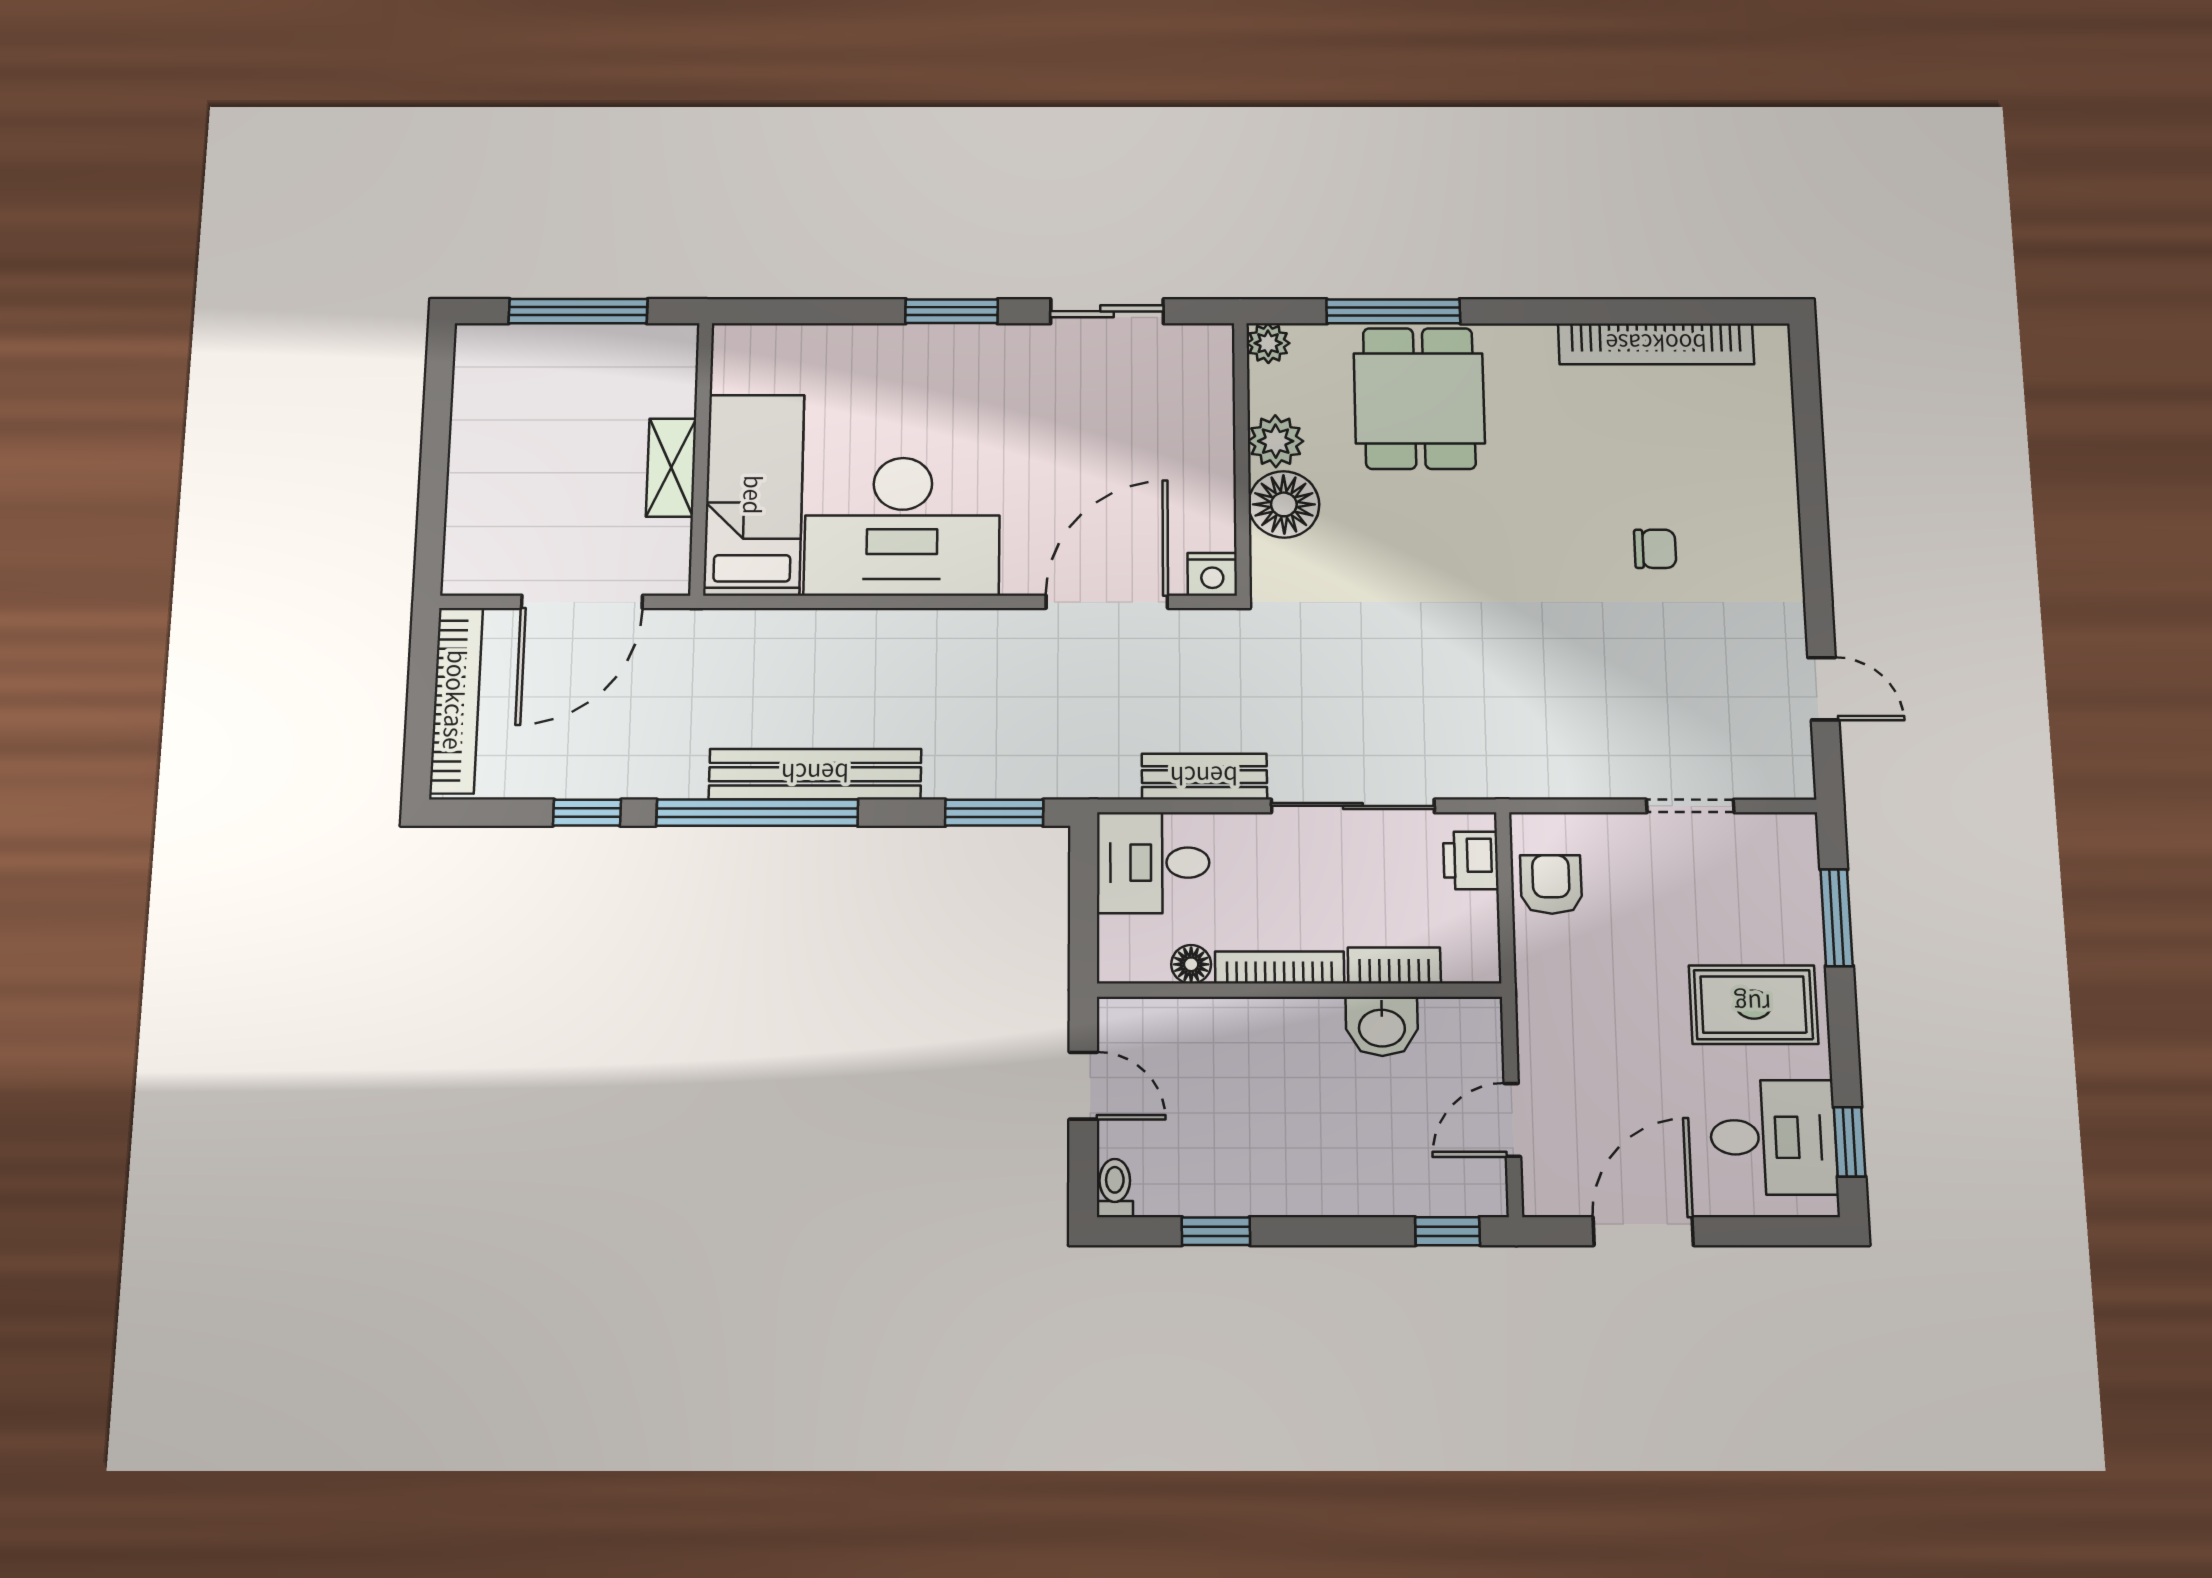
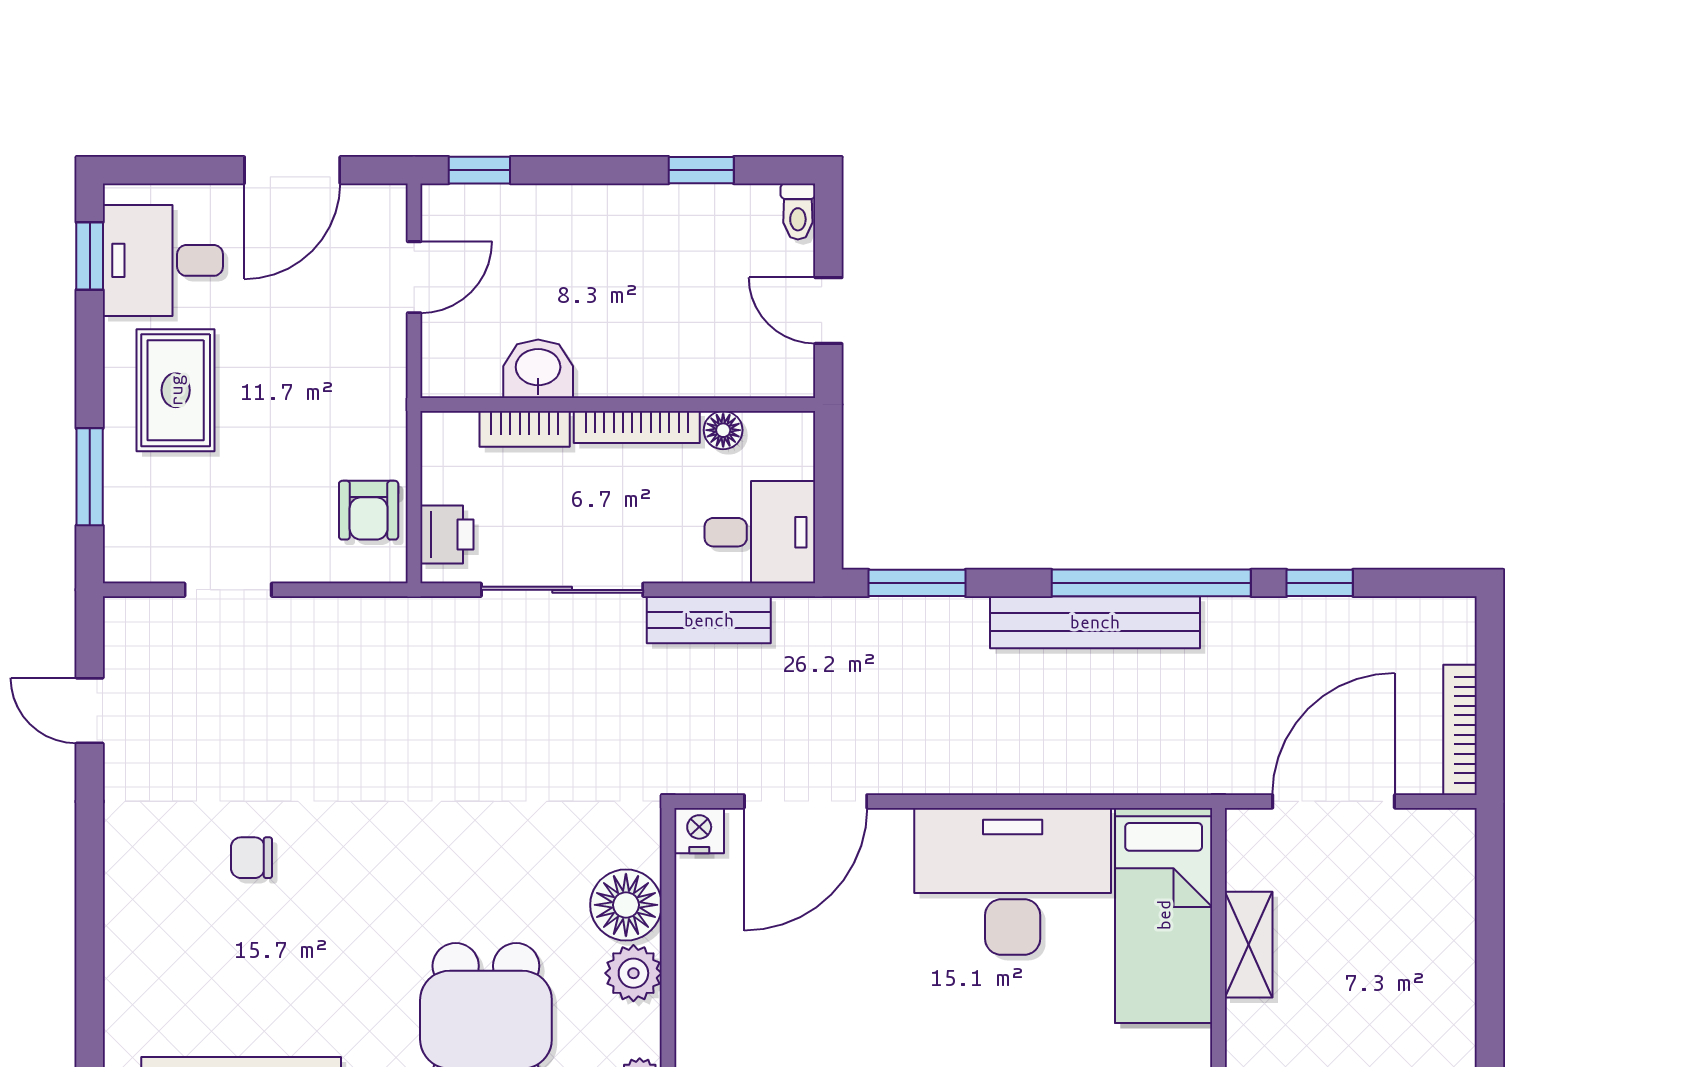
bookcase: (456, 700) -> (1460, 730), width x0.68, depth x0.76
rug: (1753, 1005) -> (176, 390), turned 90

